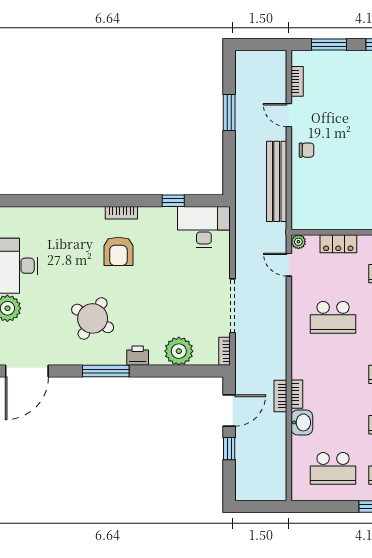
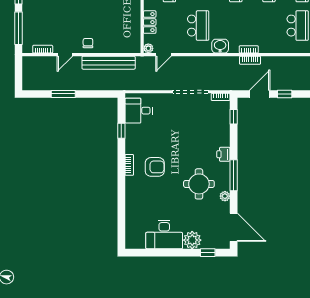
window: (329, 45) -> (18, 28), width x1.44
desk: (204, 227) -> (139, 111), width x0.73
round table: (93, 318) -> (199, 184), turned -30
plant: (179, 351) -> (225, 196), moved, width x0.53, depth x0.53
window: (195, 371) -> (234, 117), added
door: (229, 411) -> (260, 94), hinge flipped
washbasin: (302, 422) -> (220, 46), moved

